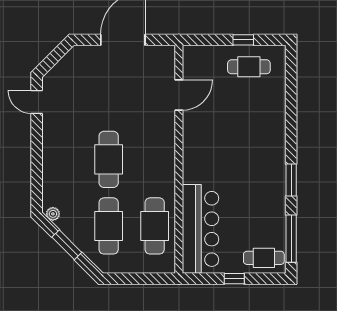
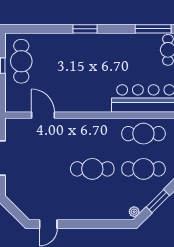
cafe table: (249, 67) -> (21, 61), width x1.37, depth x1.35
window: (291, 180) -> (85, 29), moved

